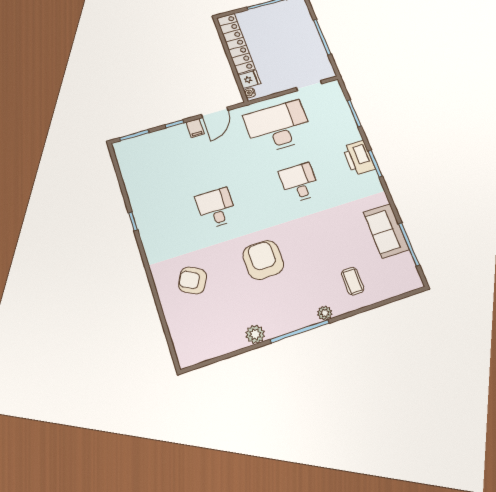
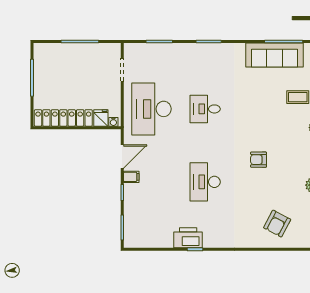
door: (215, 112) -> (122, 156), hinge flipped
printer: (359, 158) -> (188, 238), moved, turned 180
desk: (216, 208) -> (205, 182), width x1.37
sofa: (386, 231) -> (275, 55), width x1.36
armchair: (263, 260) -> (259, 160), width x0.53, depth x0.53
armchair: (192, 280) -> (277, 224), moved

